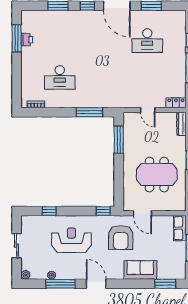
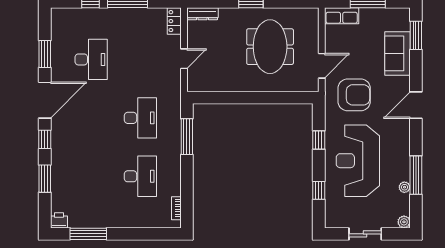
printer: (27, 40) -> (59, 220), moved
desk: (103, 77) -> (140, 118), added
window: (119, 140) -> (223, 98), removed
window: (103, 211) -> (319, 140), moved
reception desk: (71, 240) -> (358, 161), width x1.36, depth x1.30
sofa: (140, 270) -> (398, 53), moved
door: (96, 284) -> (416, 105), moved

